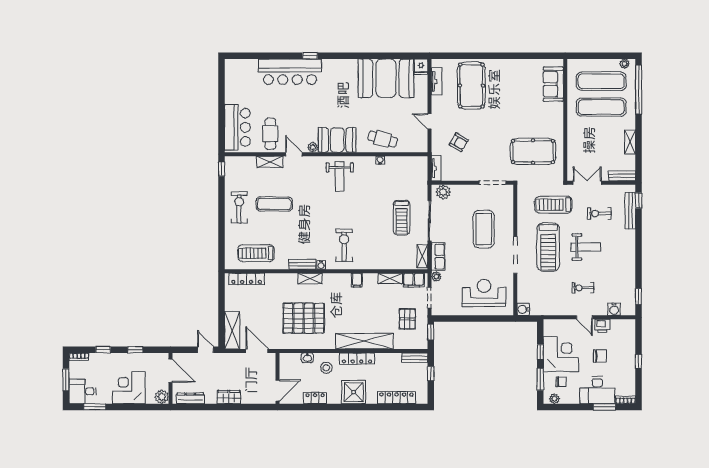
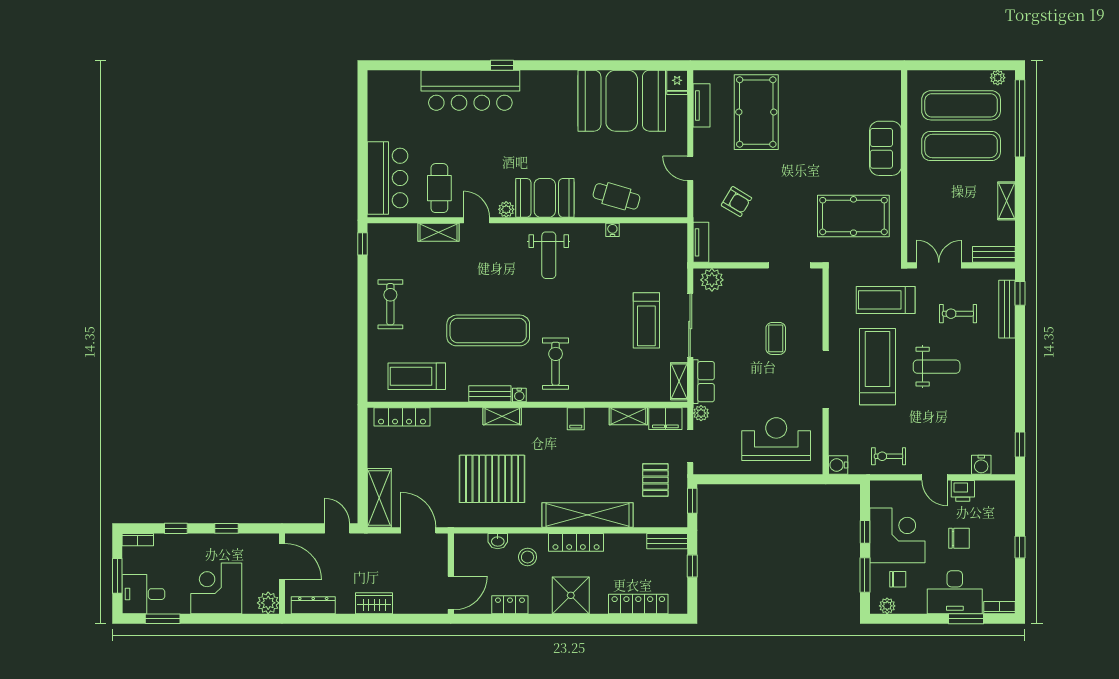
sofa: (553, 84) -> (885, 148), moved
exercise mat: (274, 204) -> (488, 330), moved, width x1.36, depth x1.45
coffee table: (484, 229) -> (776, 338), width x0.54, depth x0.58
treadmill: (548, 247) -> (877, 367), turned 180
exercise bike: (583, 288) -> (889, 456), moved

